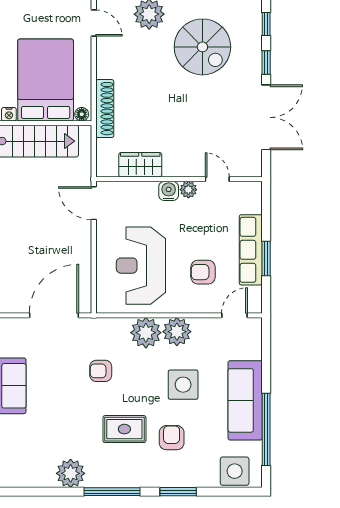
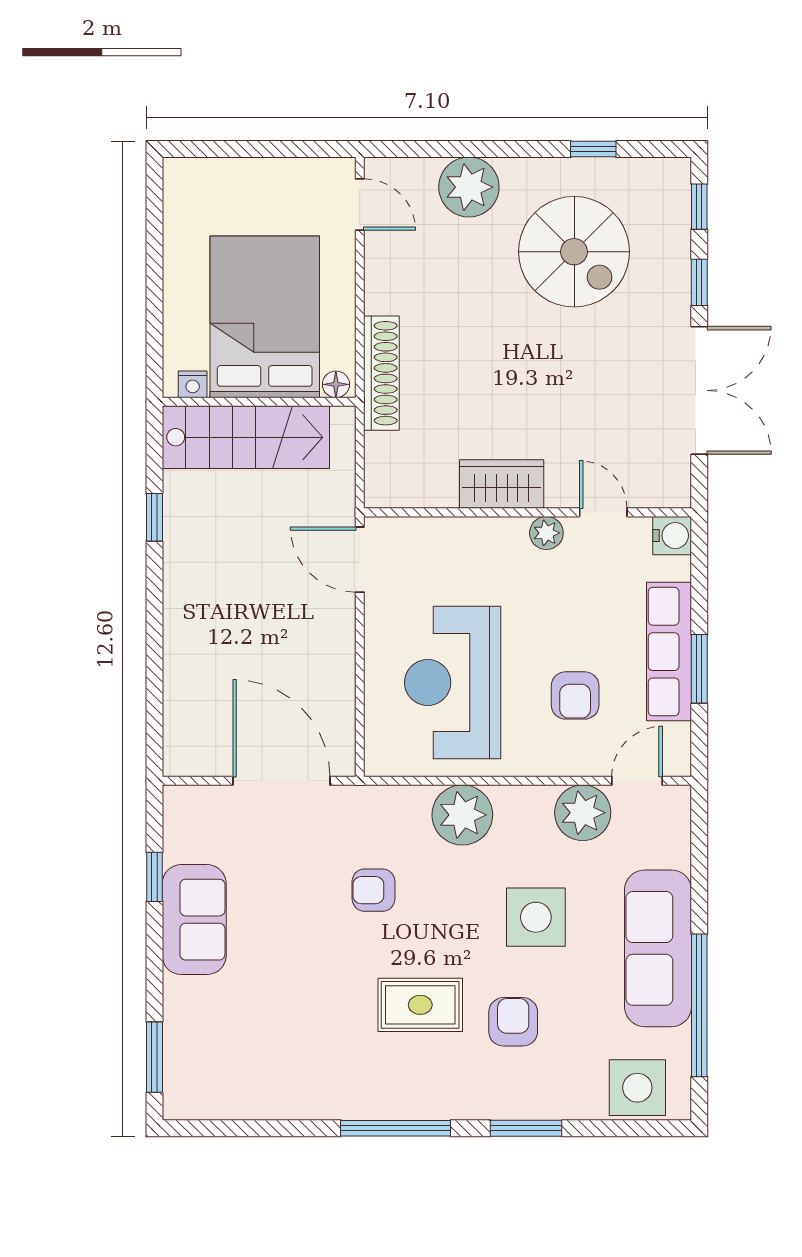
wardrobe: (140, 165) -> (502, 484), moved
water cooler: (169, 191) -> (672, 536), moved, turned 90
armchair: (203, 272) -> (575, 695), turned -90
door: (54, 315) -> (281, 781), hinge flipped
plant: (177, 332) -> (583, 813), moved
plant: (71, 473) -> (314, 1092), removed

